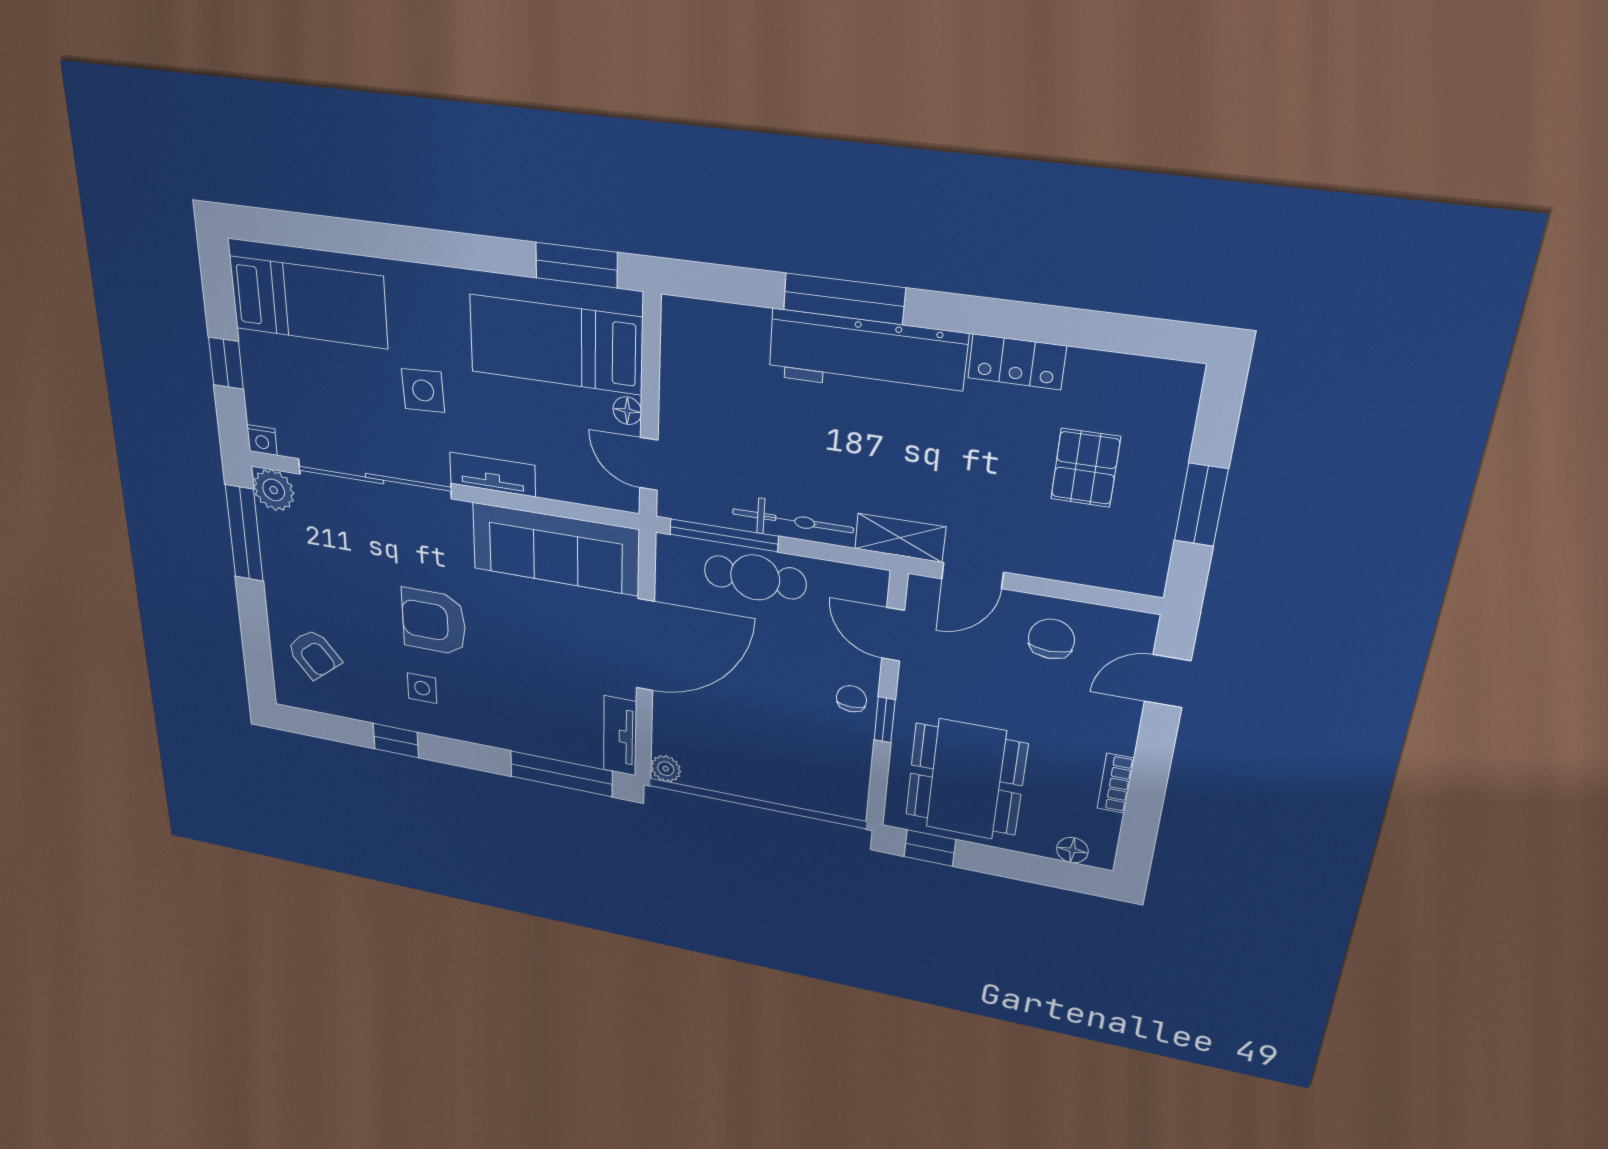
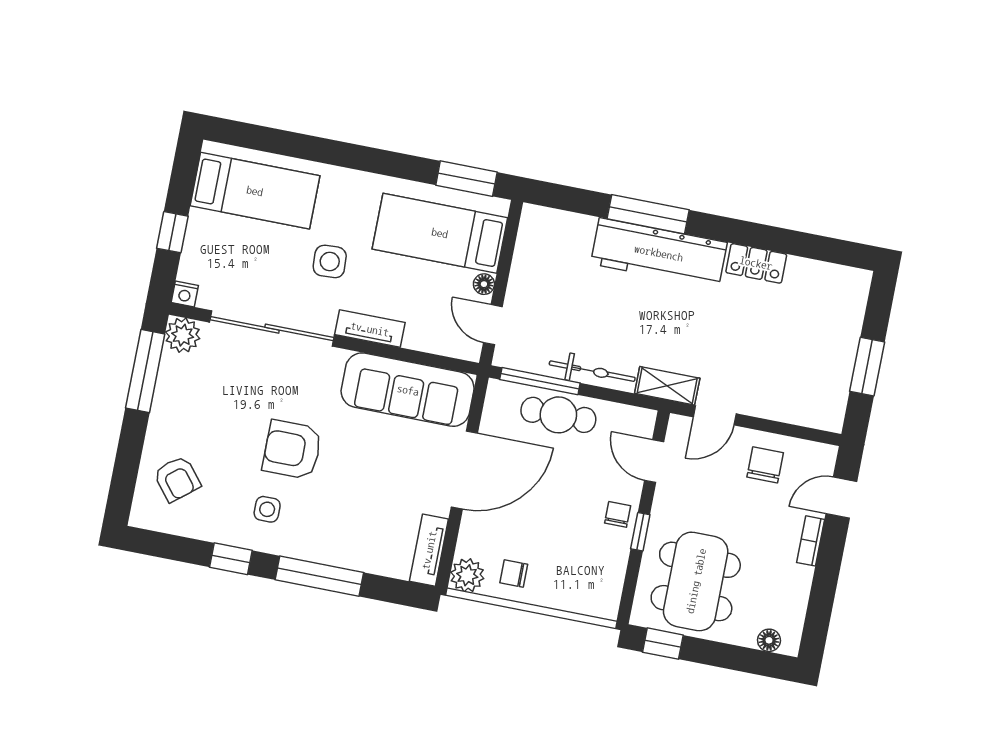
pallet: (1086, 468) -> (795, 338), removed
chair: (728, 764) -> (514, 573), added
plant: (666, 769) -> (467, 575), width x1.38, depth x1.38
window: (561, 774) -> (319, 576), moved
bookcase: (1116, 783) -> (811, 541), moved

